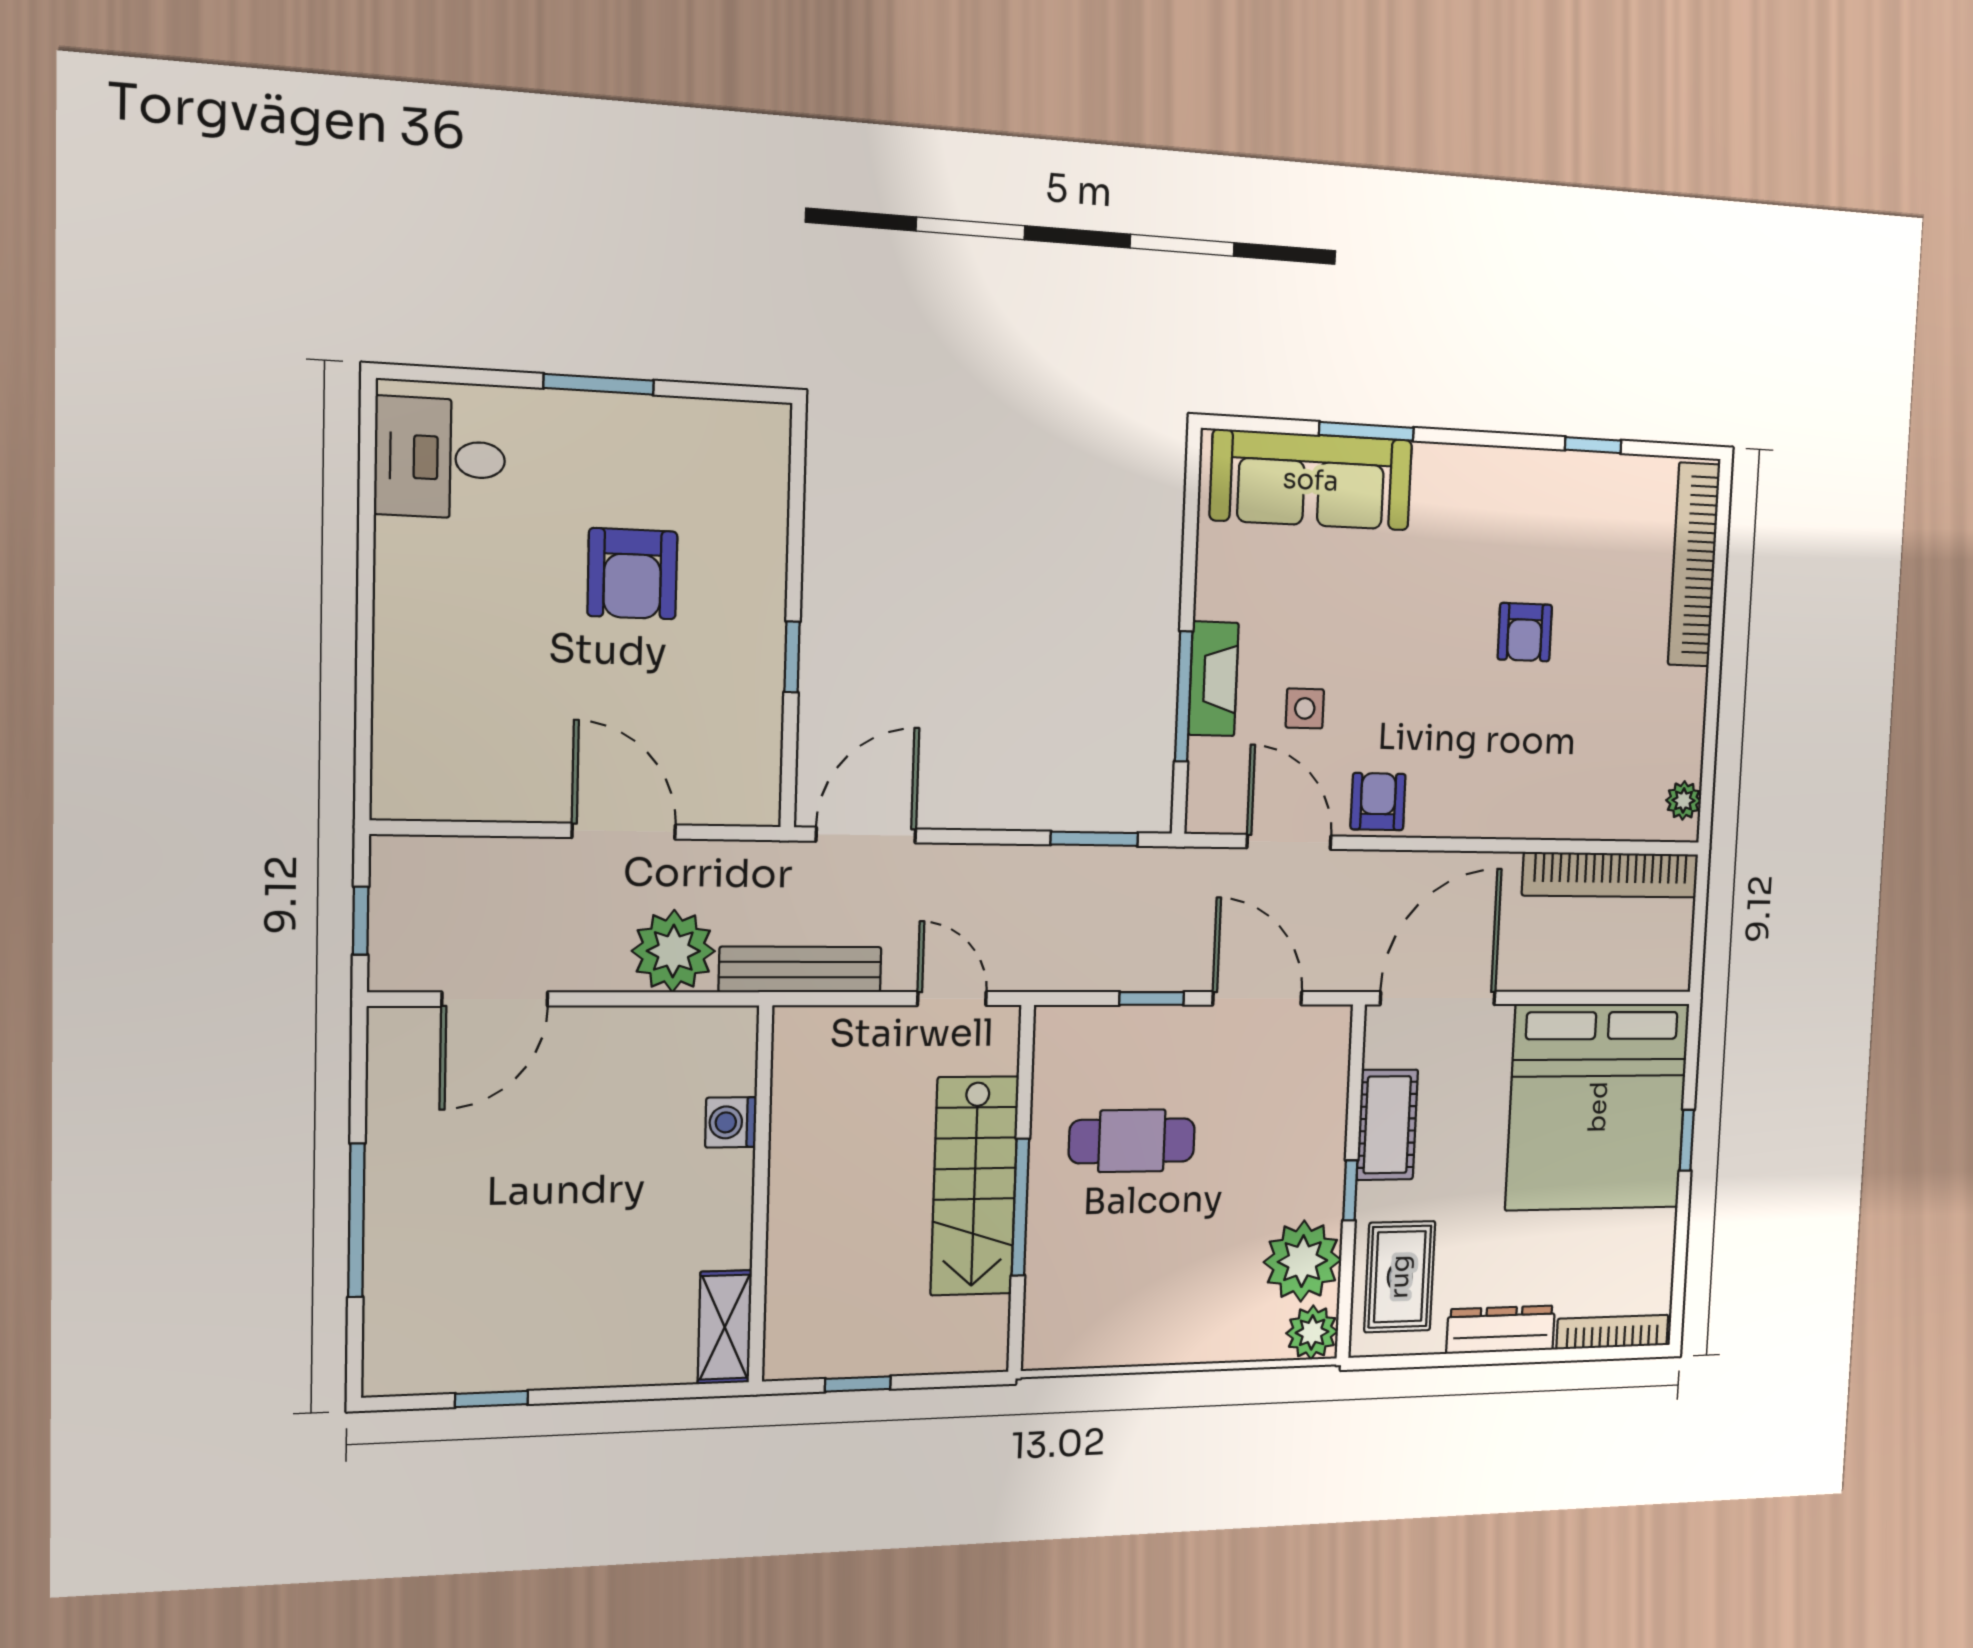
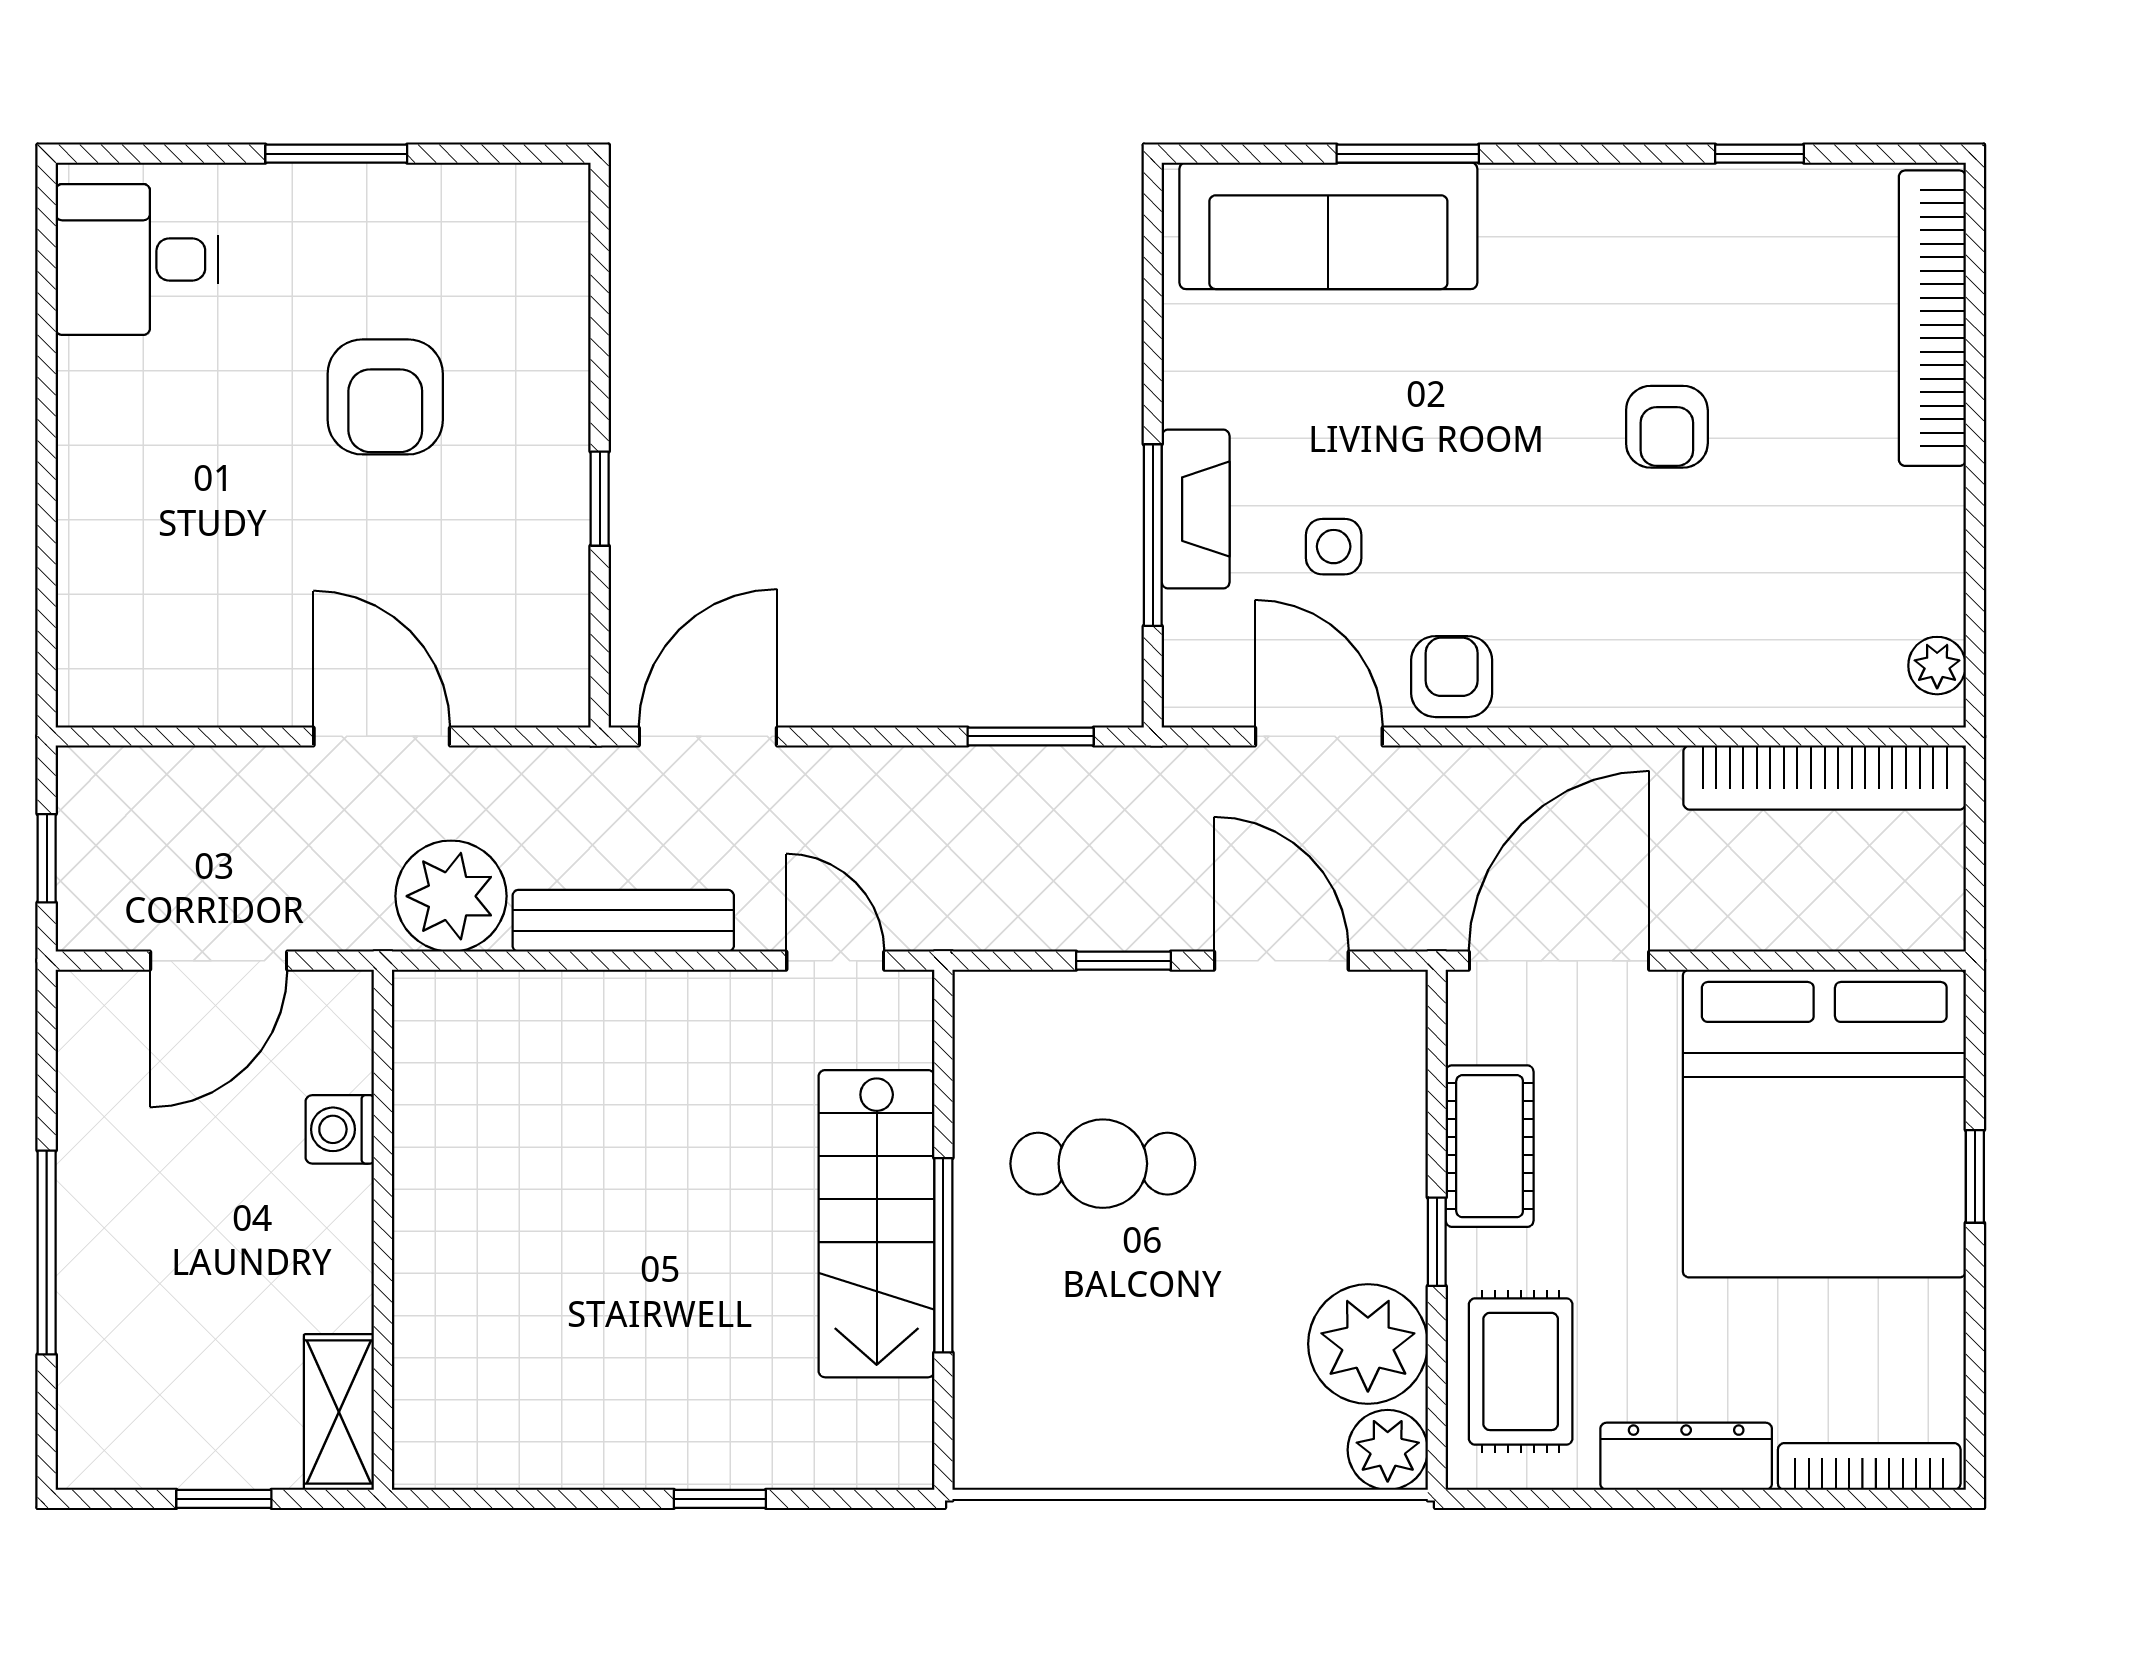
washing machine: (731, 1122) -> (340, 1129), moved
wall: (761, 1195) -> (383, 1230), moved
shelving: (725, 1327) -> (339, 1412), moved

